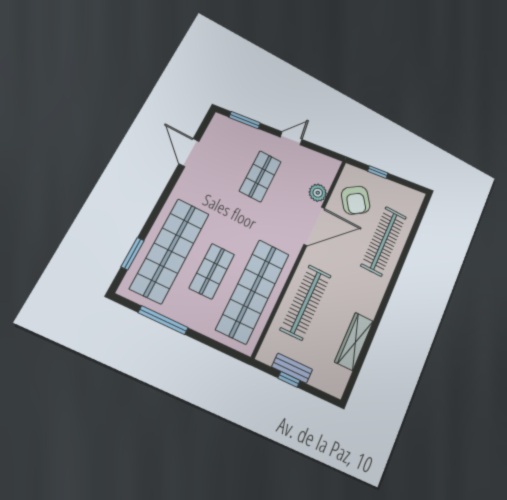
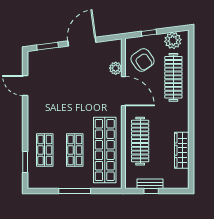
door: (291, 138) -> (82, 42), width x1.87
shop shelf: (260, 176) -> (75, 77), removed
plant: (402, 196) -> (173, 41), added
door: (314, 226) -> (123, 91), hinge flipped
shop shelf: (170, 251) -> (45, 150), width x0.50, depth x0.74
window: (163, 320) -> (75, 191), moved

